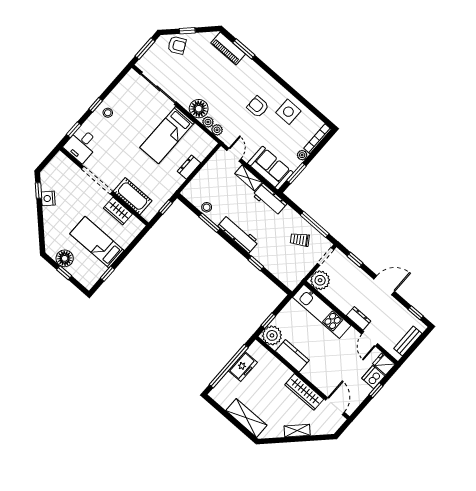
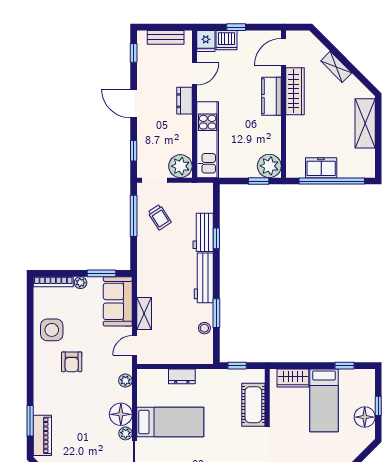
plant: (208, 122) -> (125, 433), moved
workbench: (270, 199) -> (203, 232), moved, turned 180
wardrobe: (118, 211) -> (293, 378), moved, turned 90
kitchen counter: (292, 356) -> (272, 96), moved

